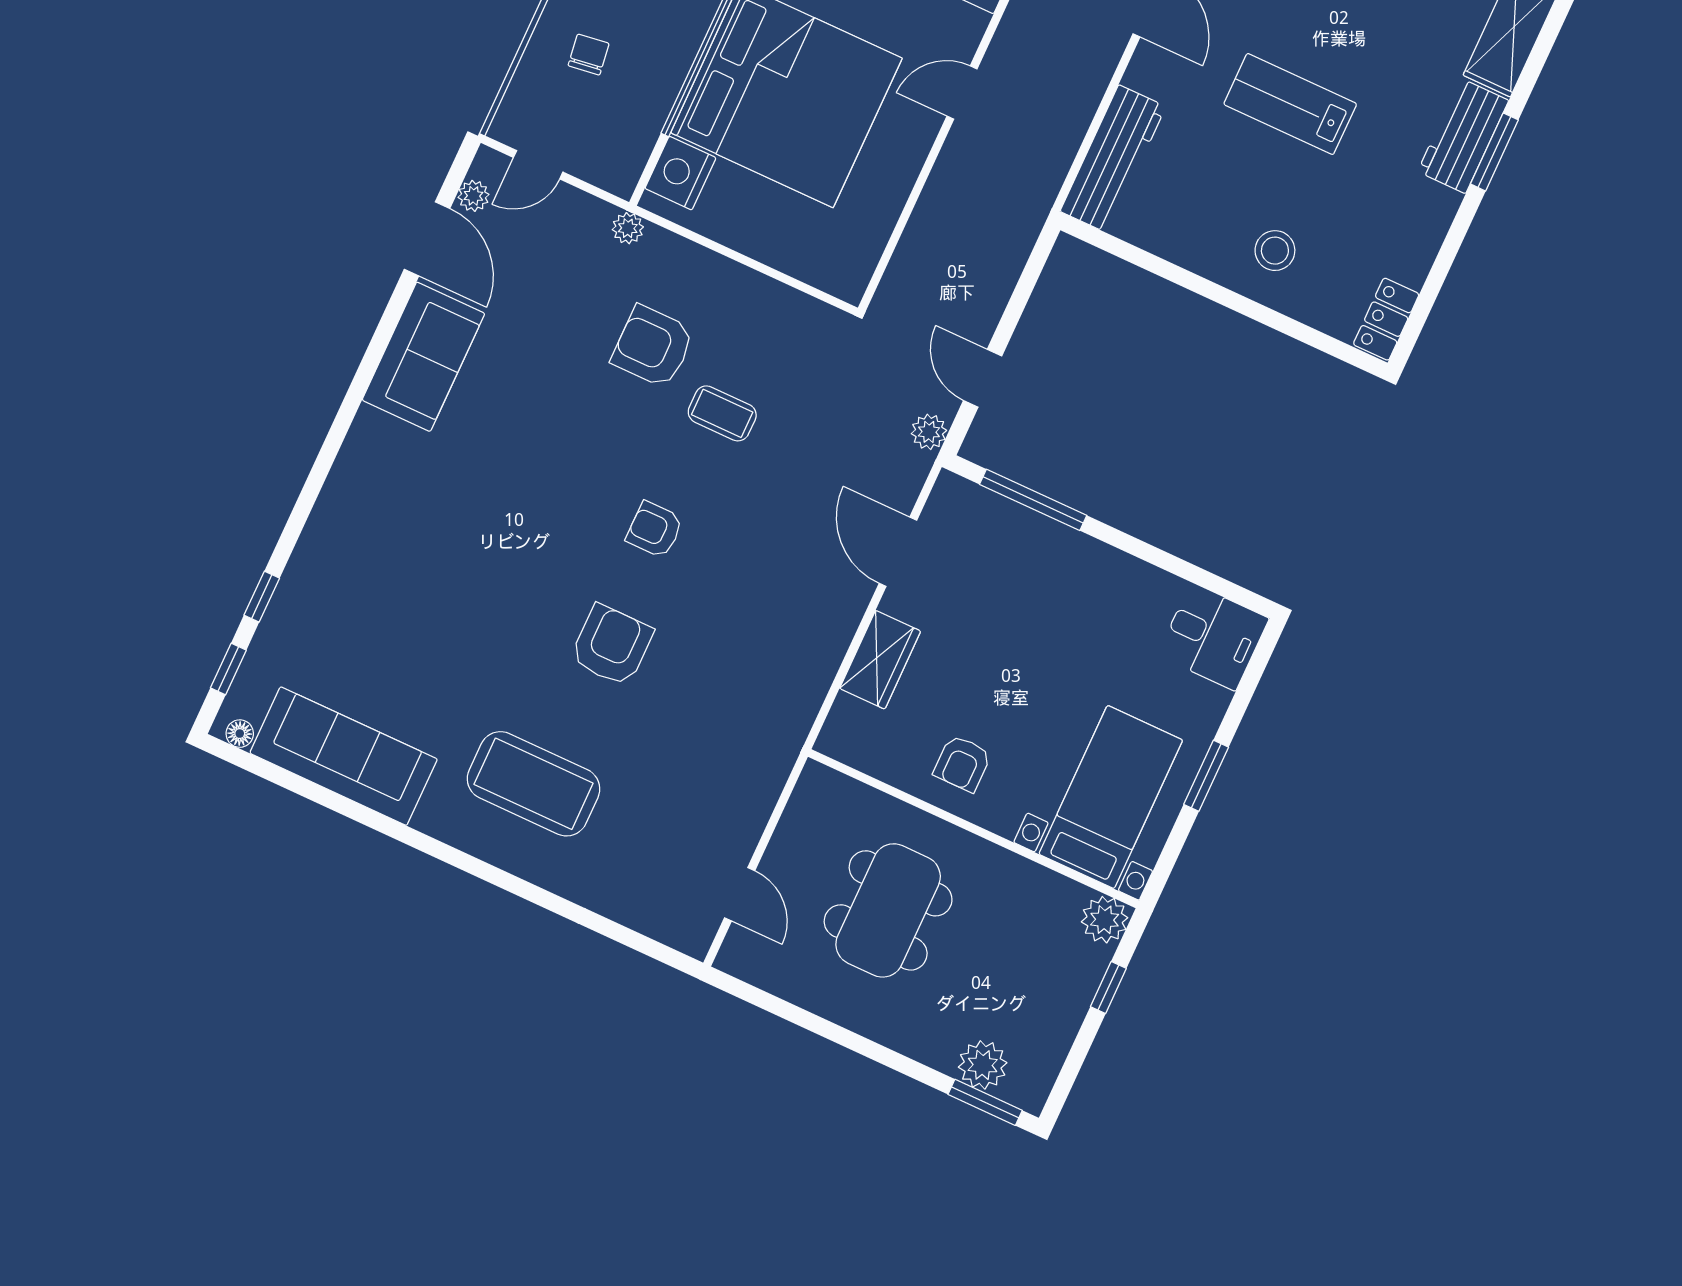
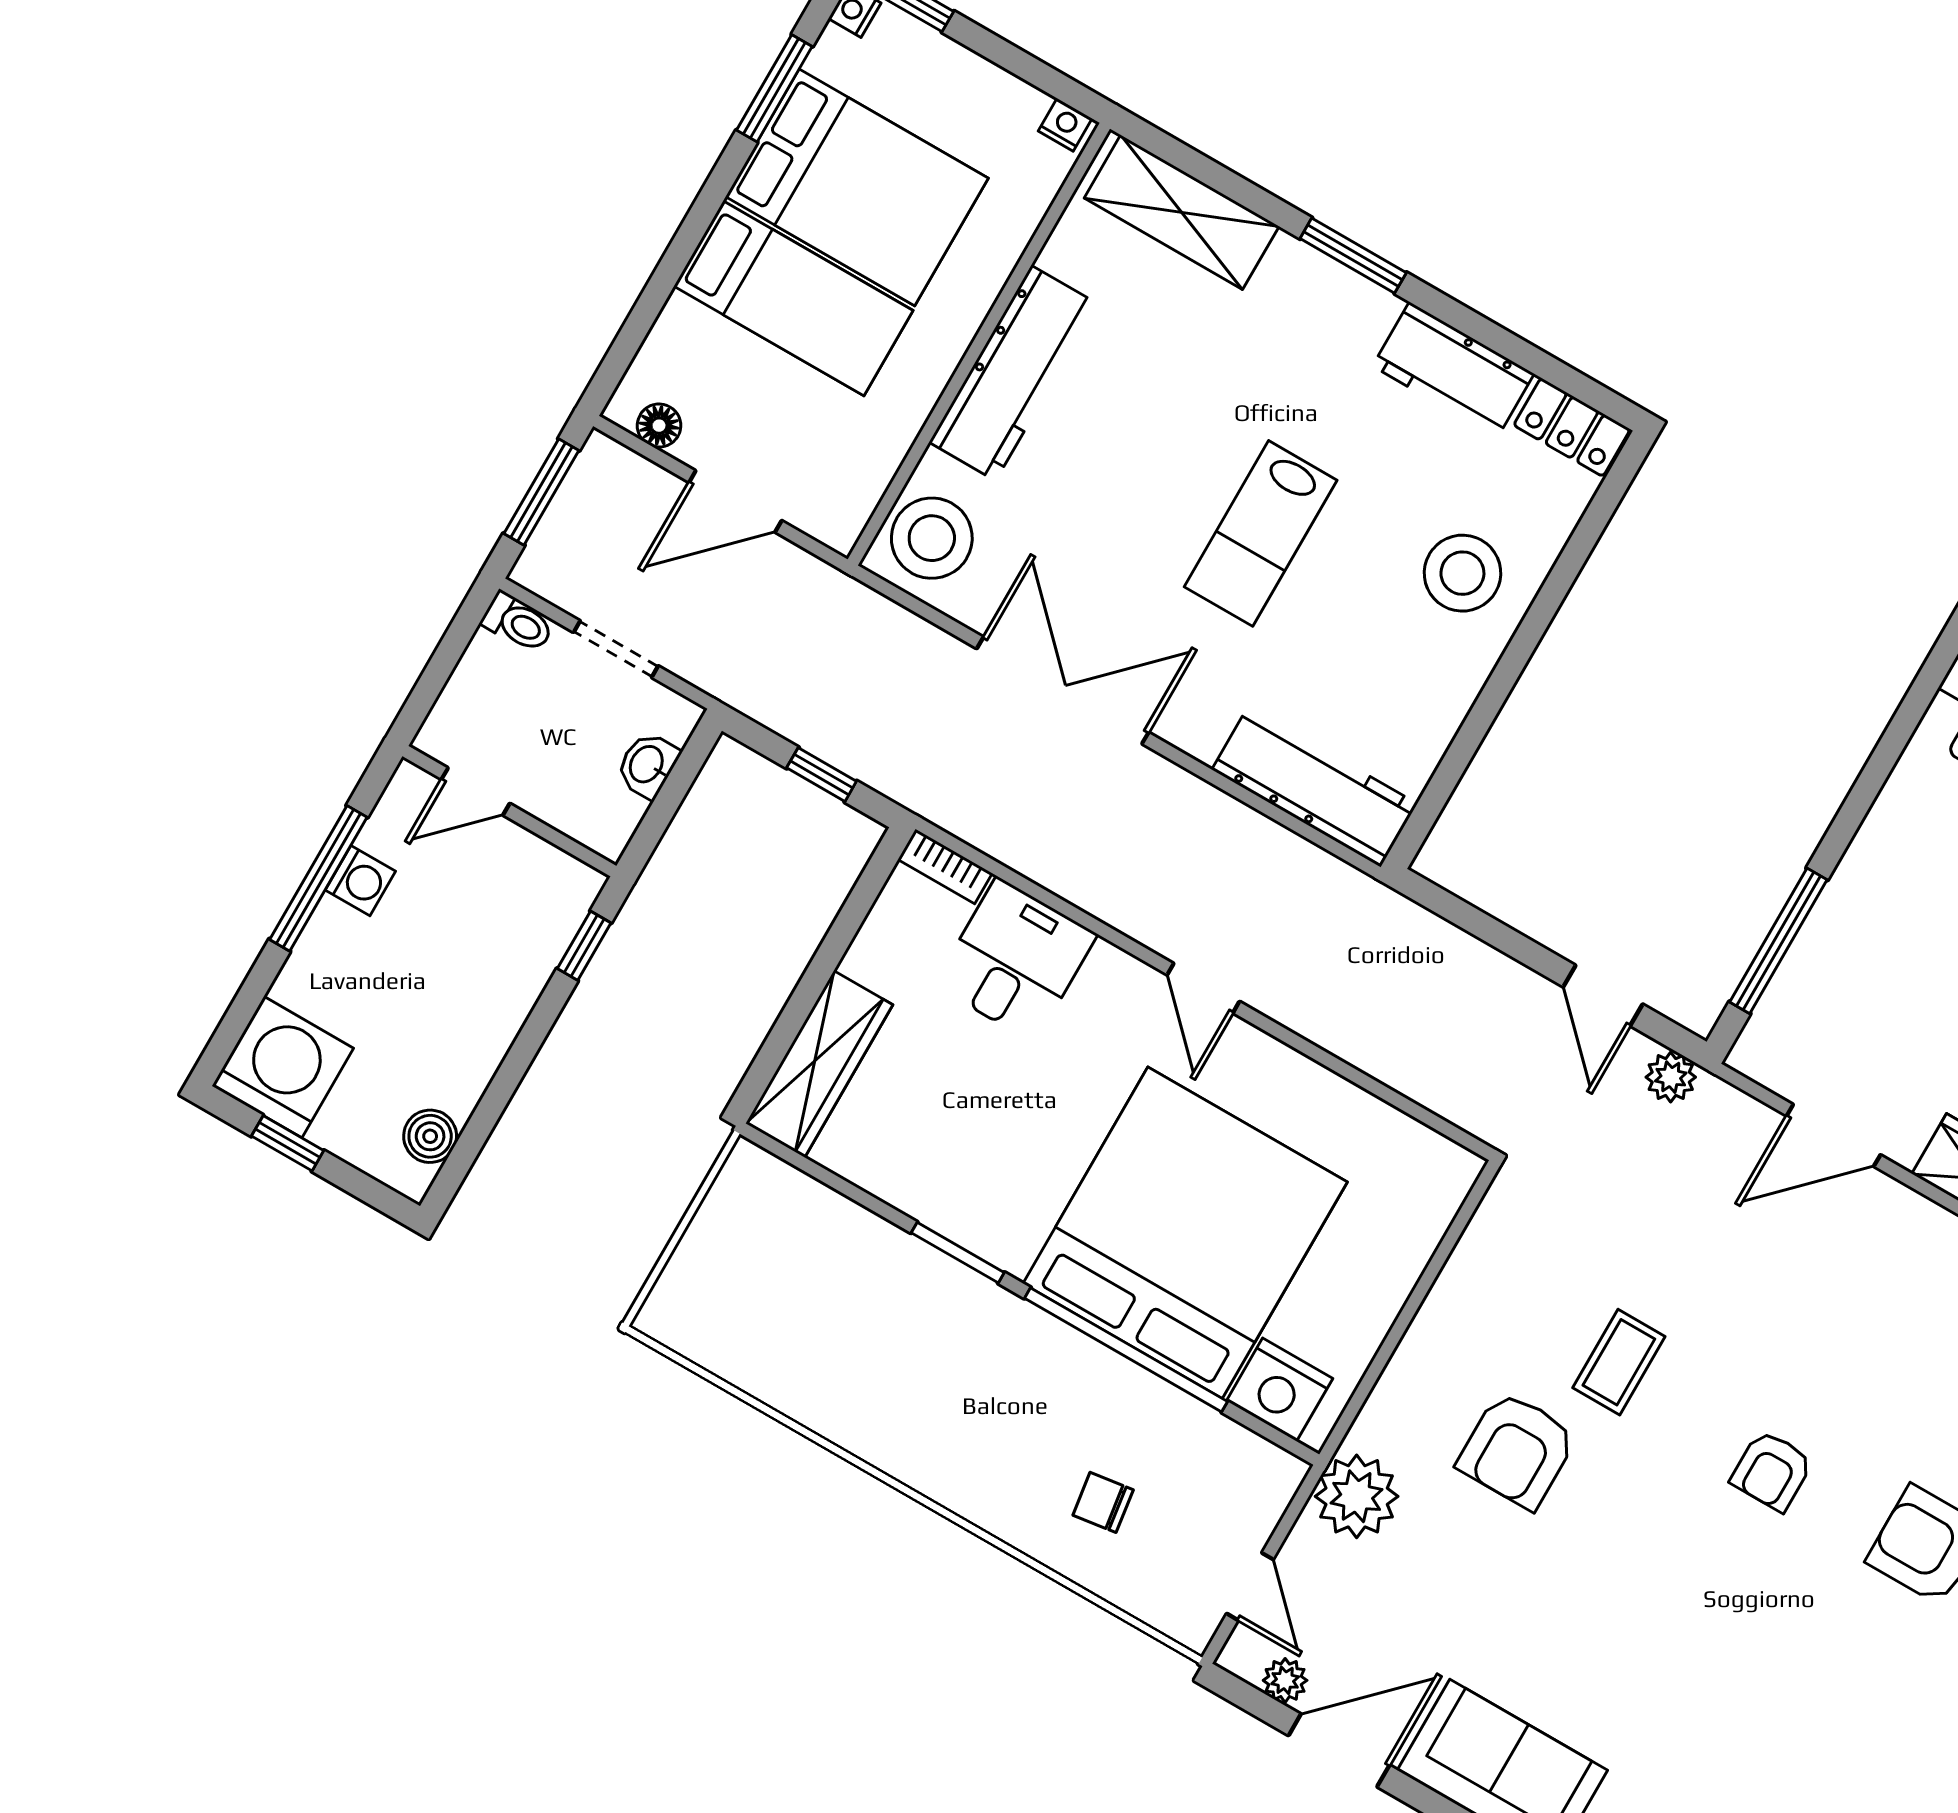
workbench: (1463, 136) -> (1453, 370), moved
plant: (628, 228) -> (1357, 1496), width x1.88, depth x1.88
stool: (1275, 251) -> (1462, 573), width x1.38, depth x1.38
door: (983, 378) -> (1603, 996), hinge flipped

